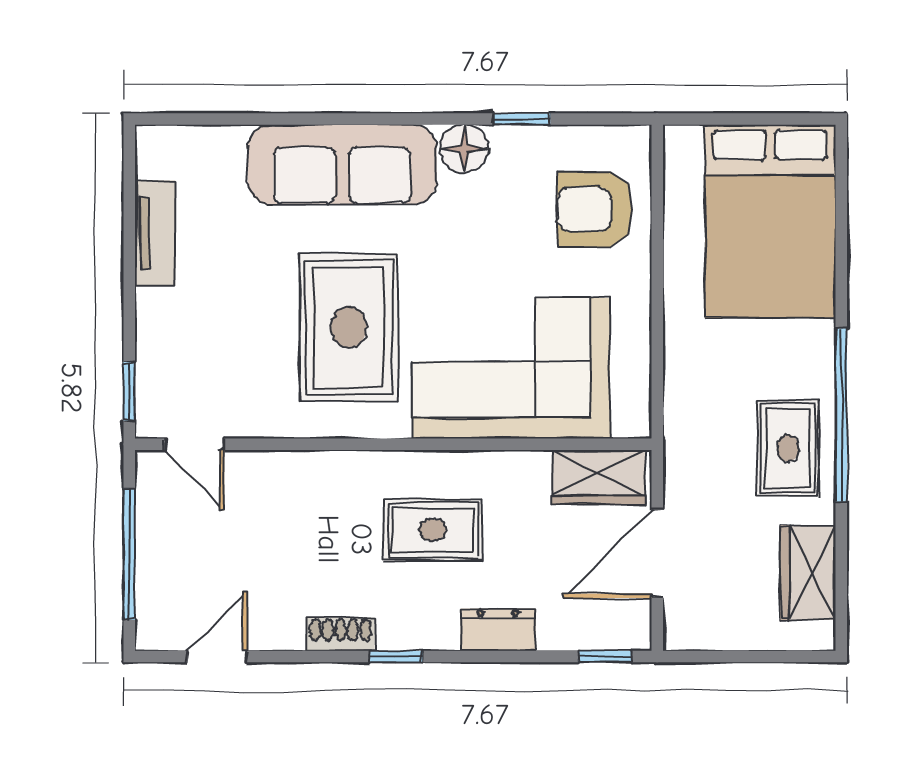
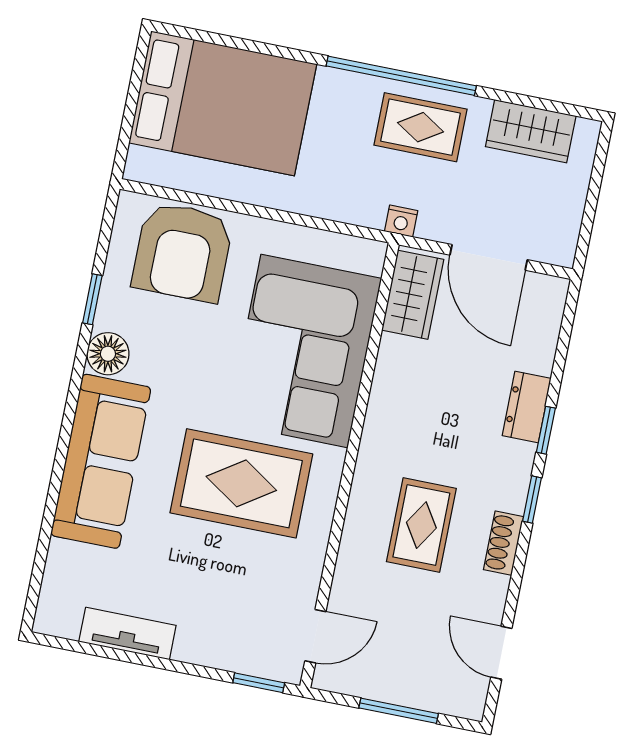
armchair: (595, 209) -> (183, 252), width x1.36, depth x1.36
nightstand: (678, 447) -> (401, 221), added
rug: (433, 530) -> (421, 525), moved
window: (129, 554) -> (399, 711), width x0.69
window: (605, 656) -> (546, 430), moved

